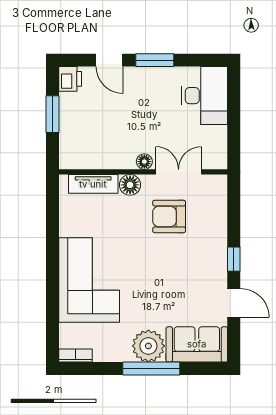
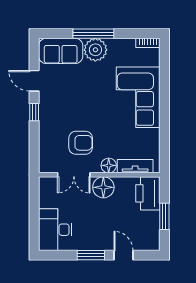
printer: (70, 79) -> (148, 193), moved, width x1.87, depth x1.48
floor lamp: (144, 162) -> (103, 187), width x1.89, depth x1.89

